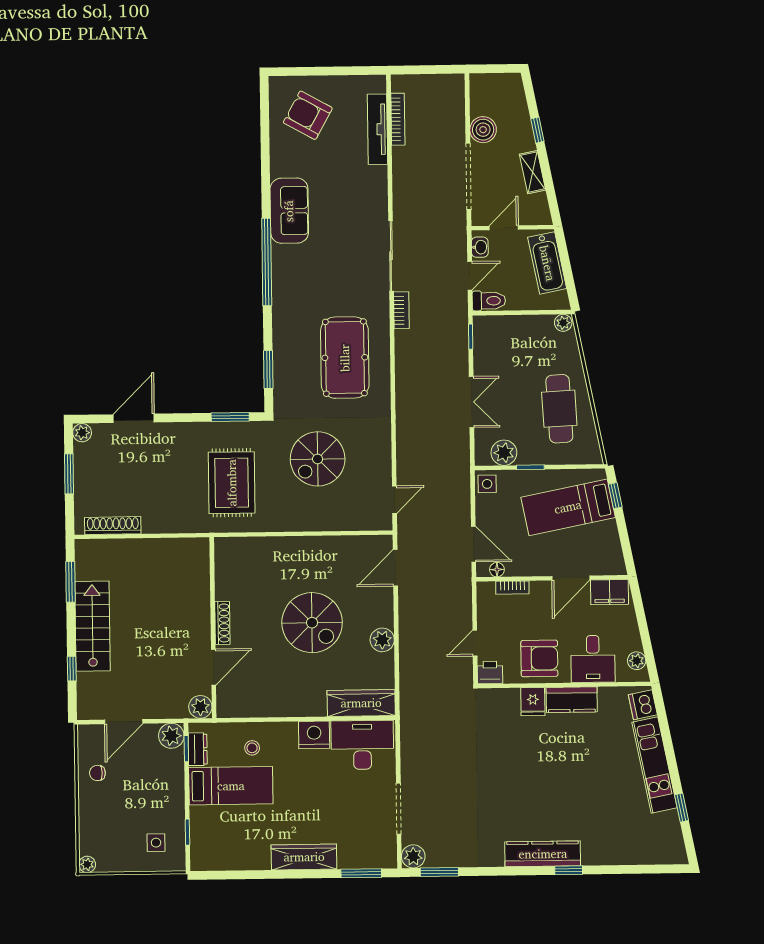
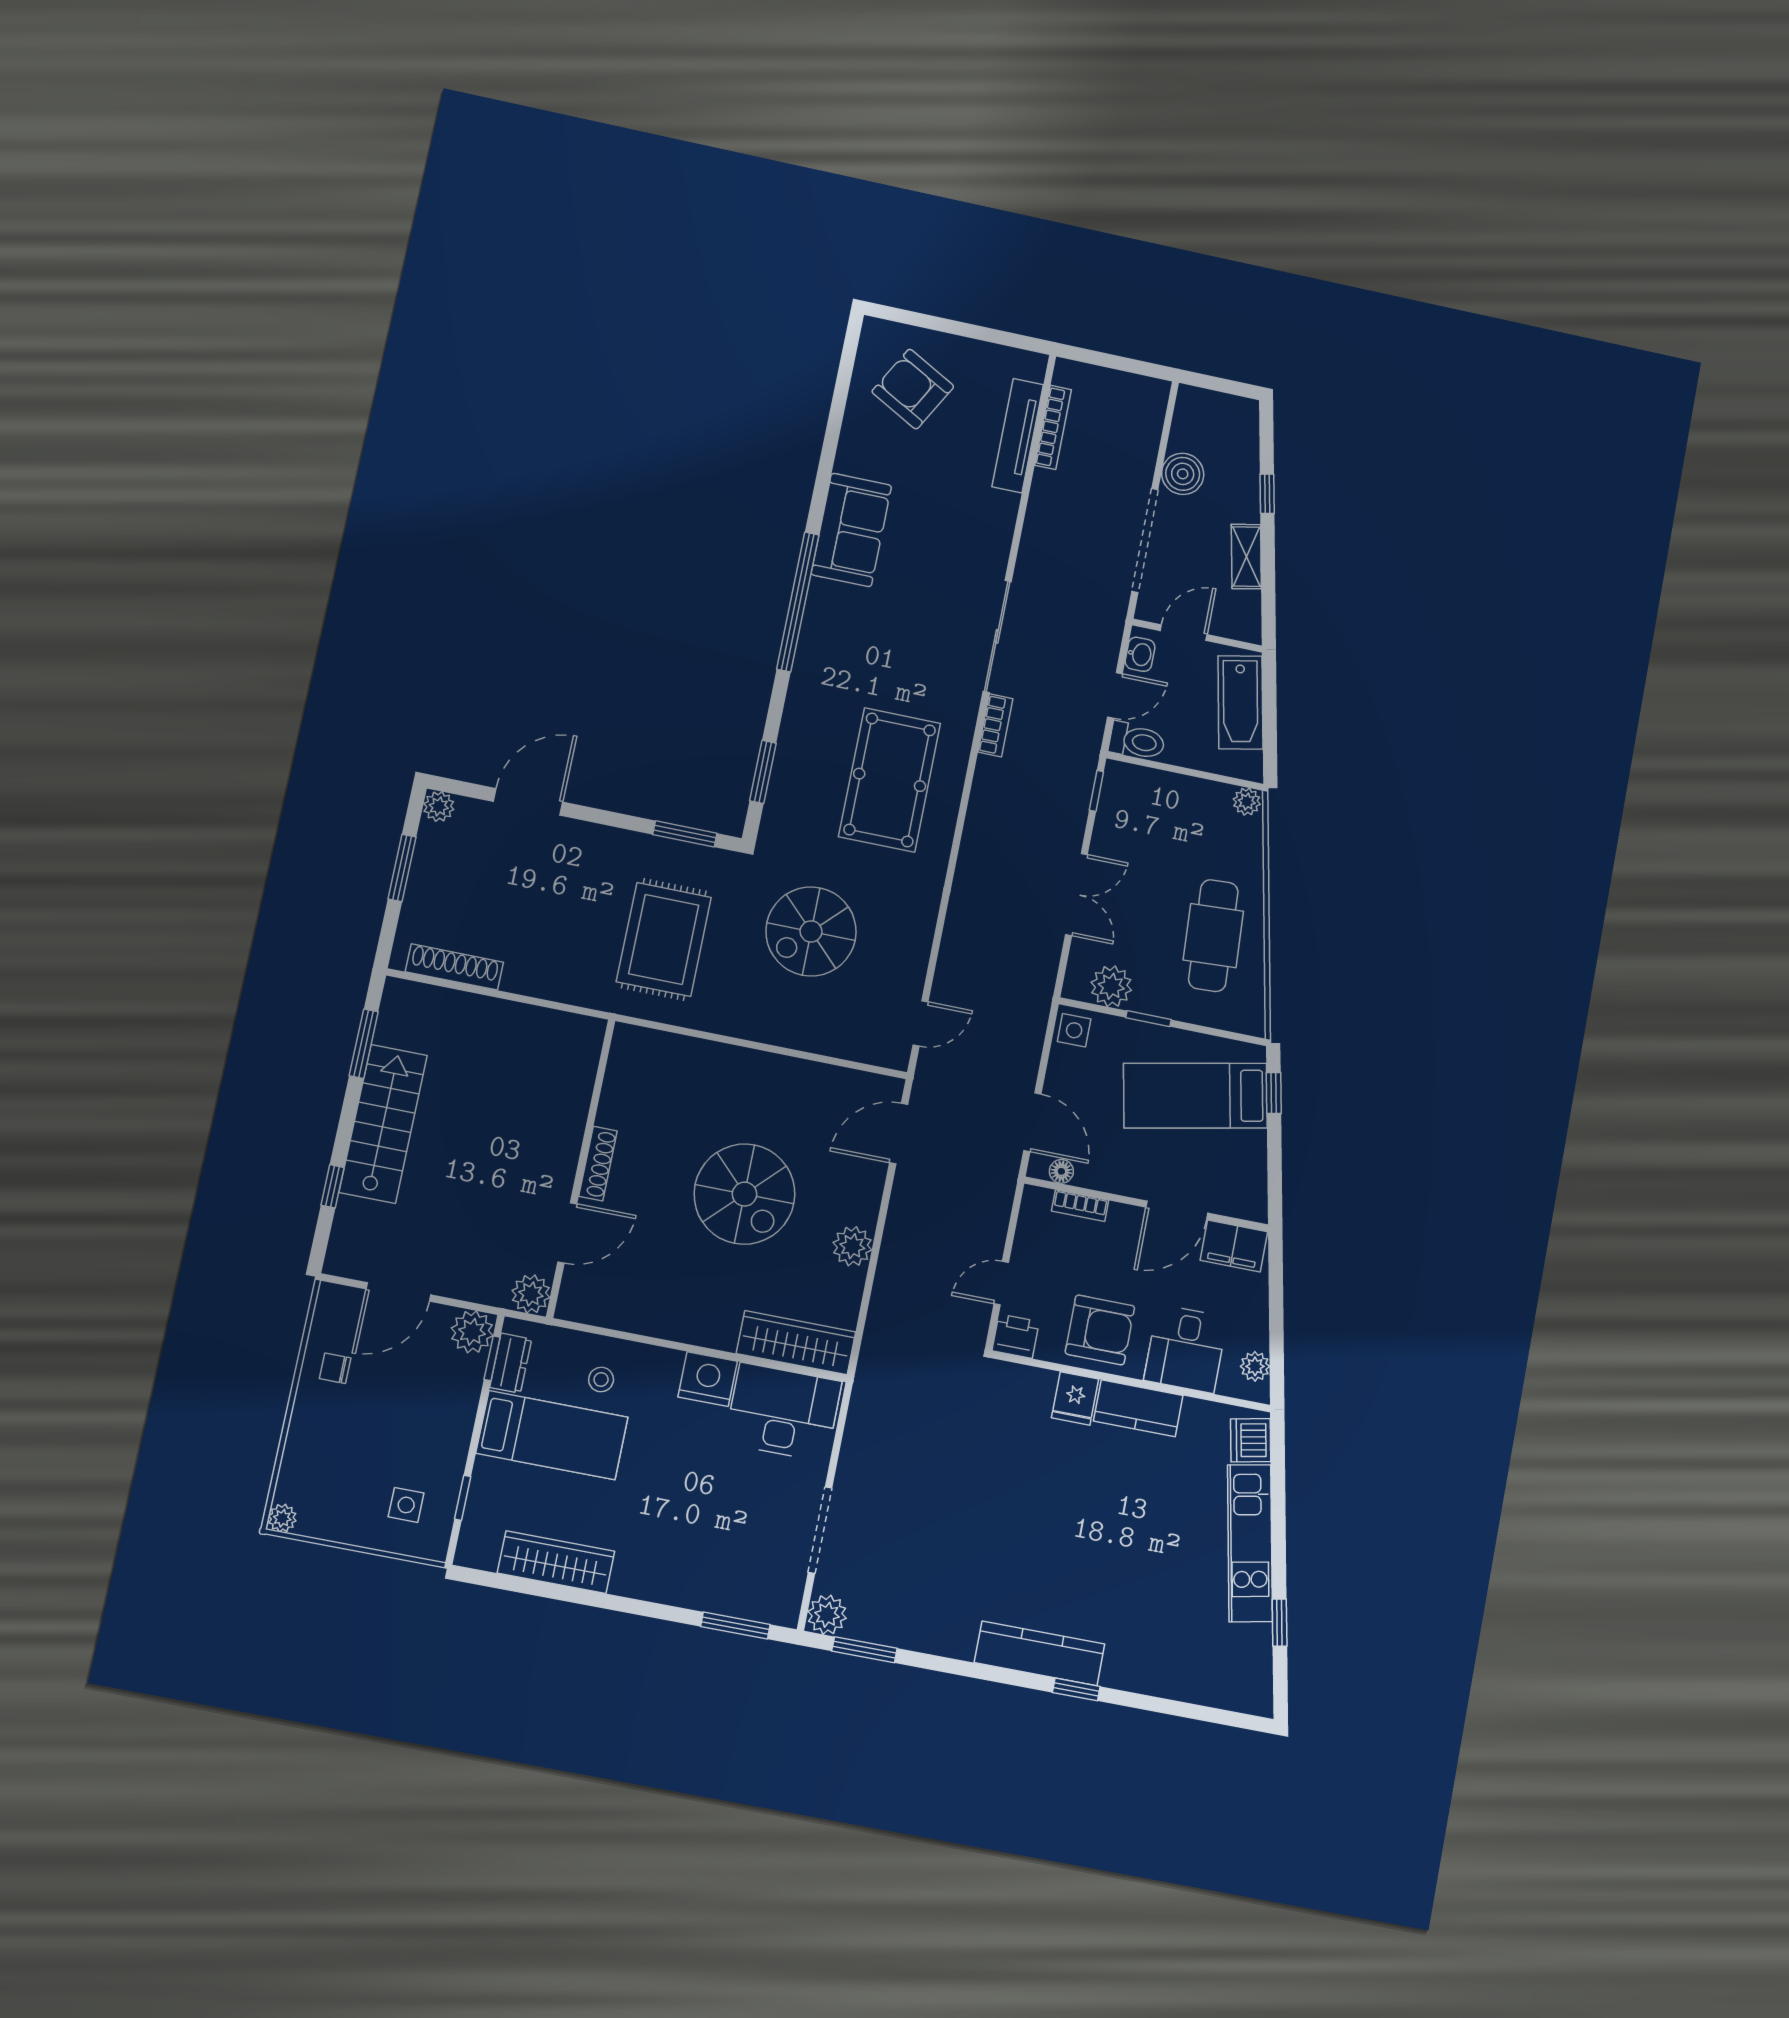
wardrobe: (304, 857) -> (556, 1562), moved

